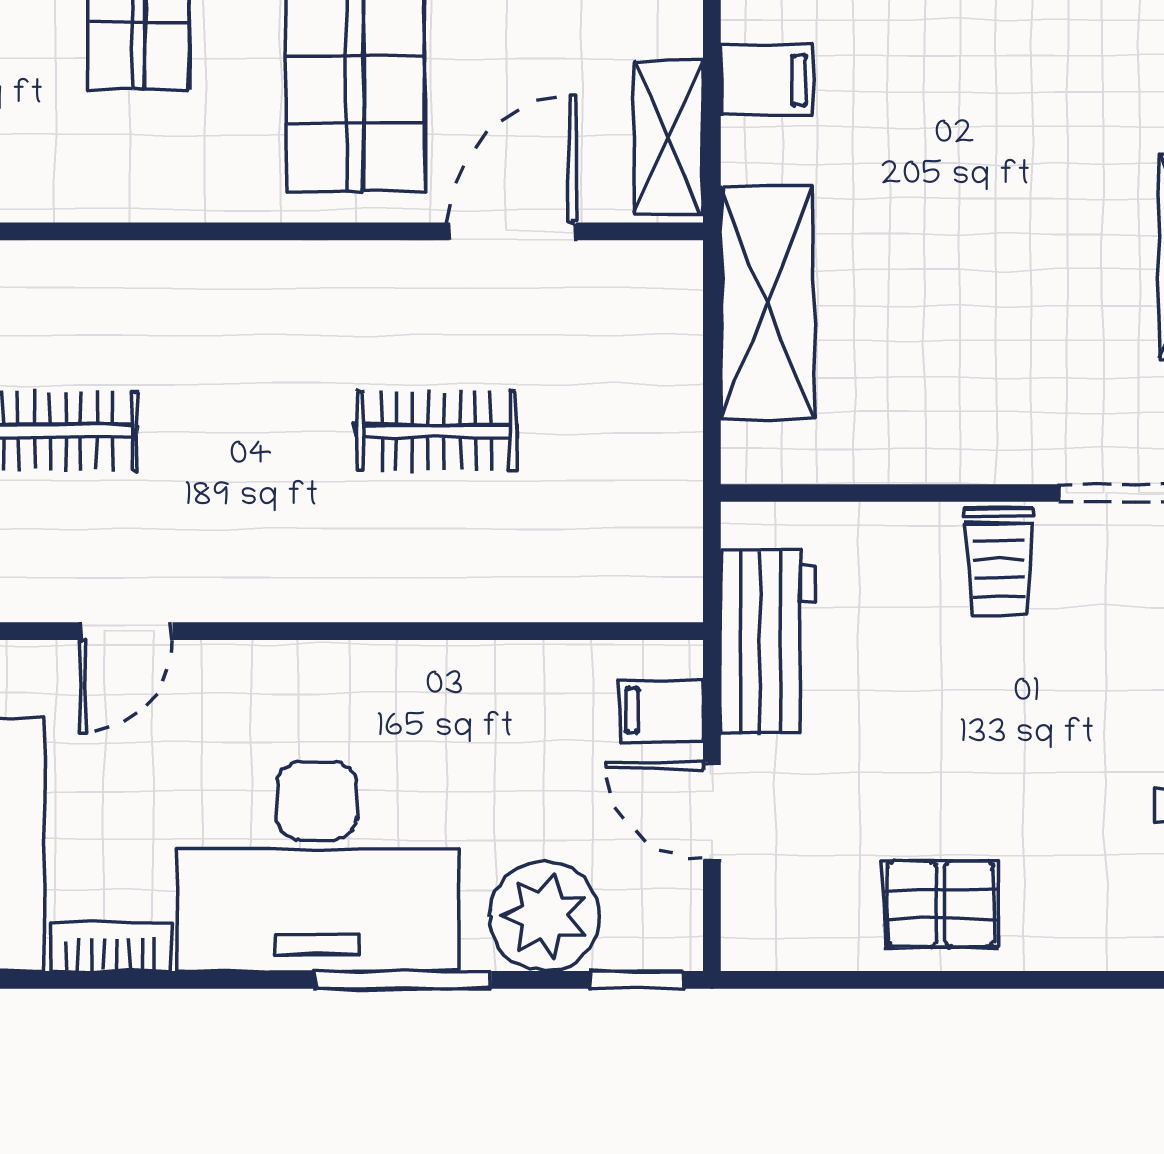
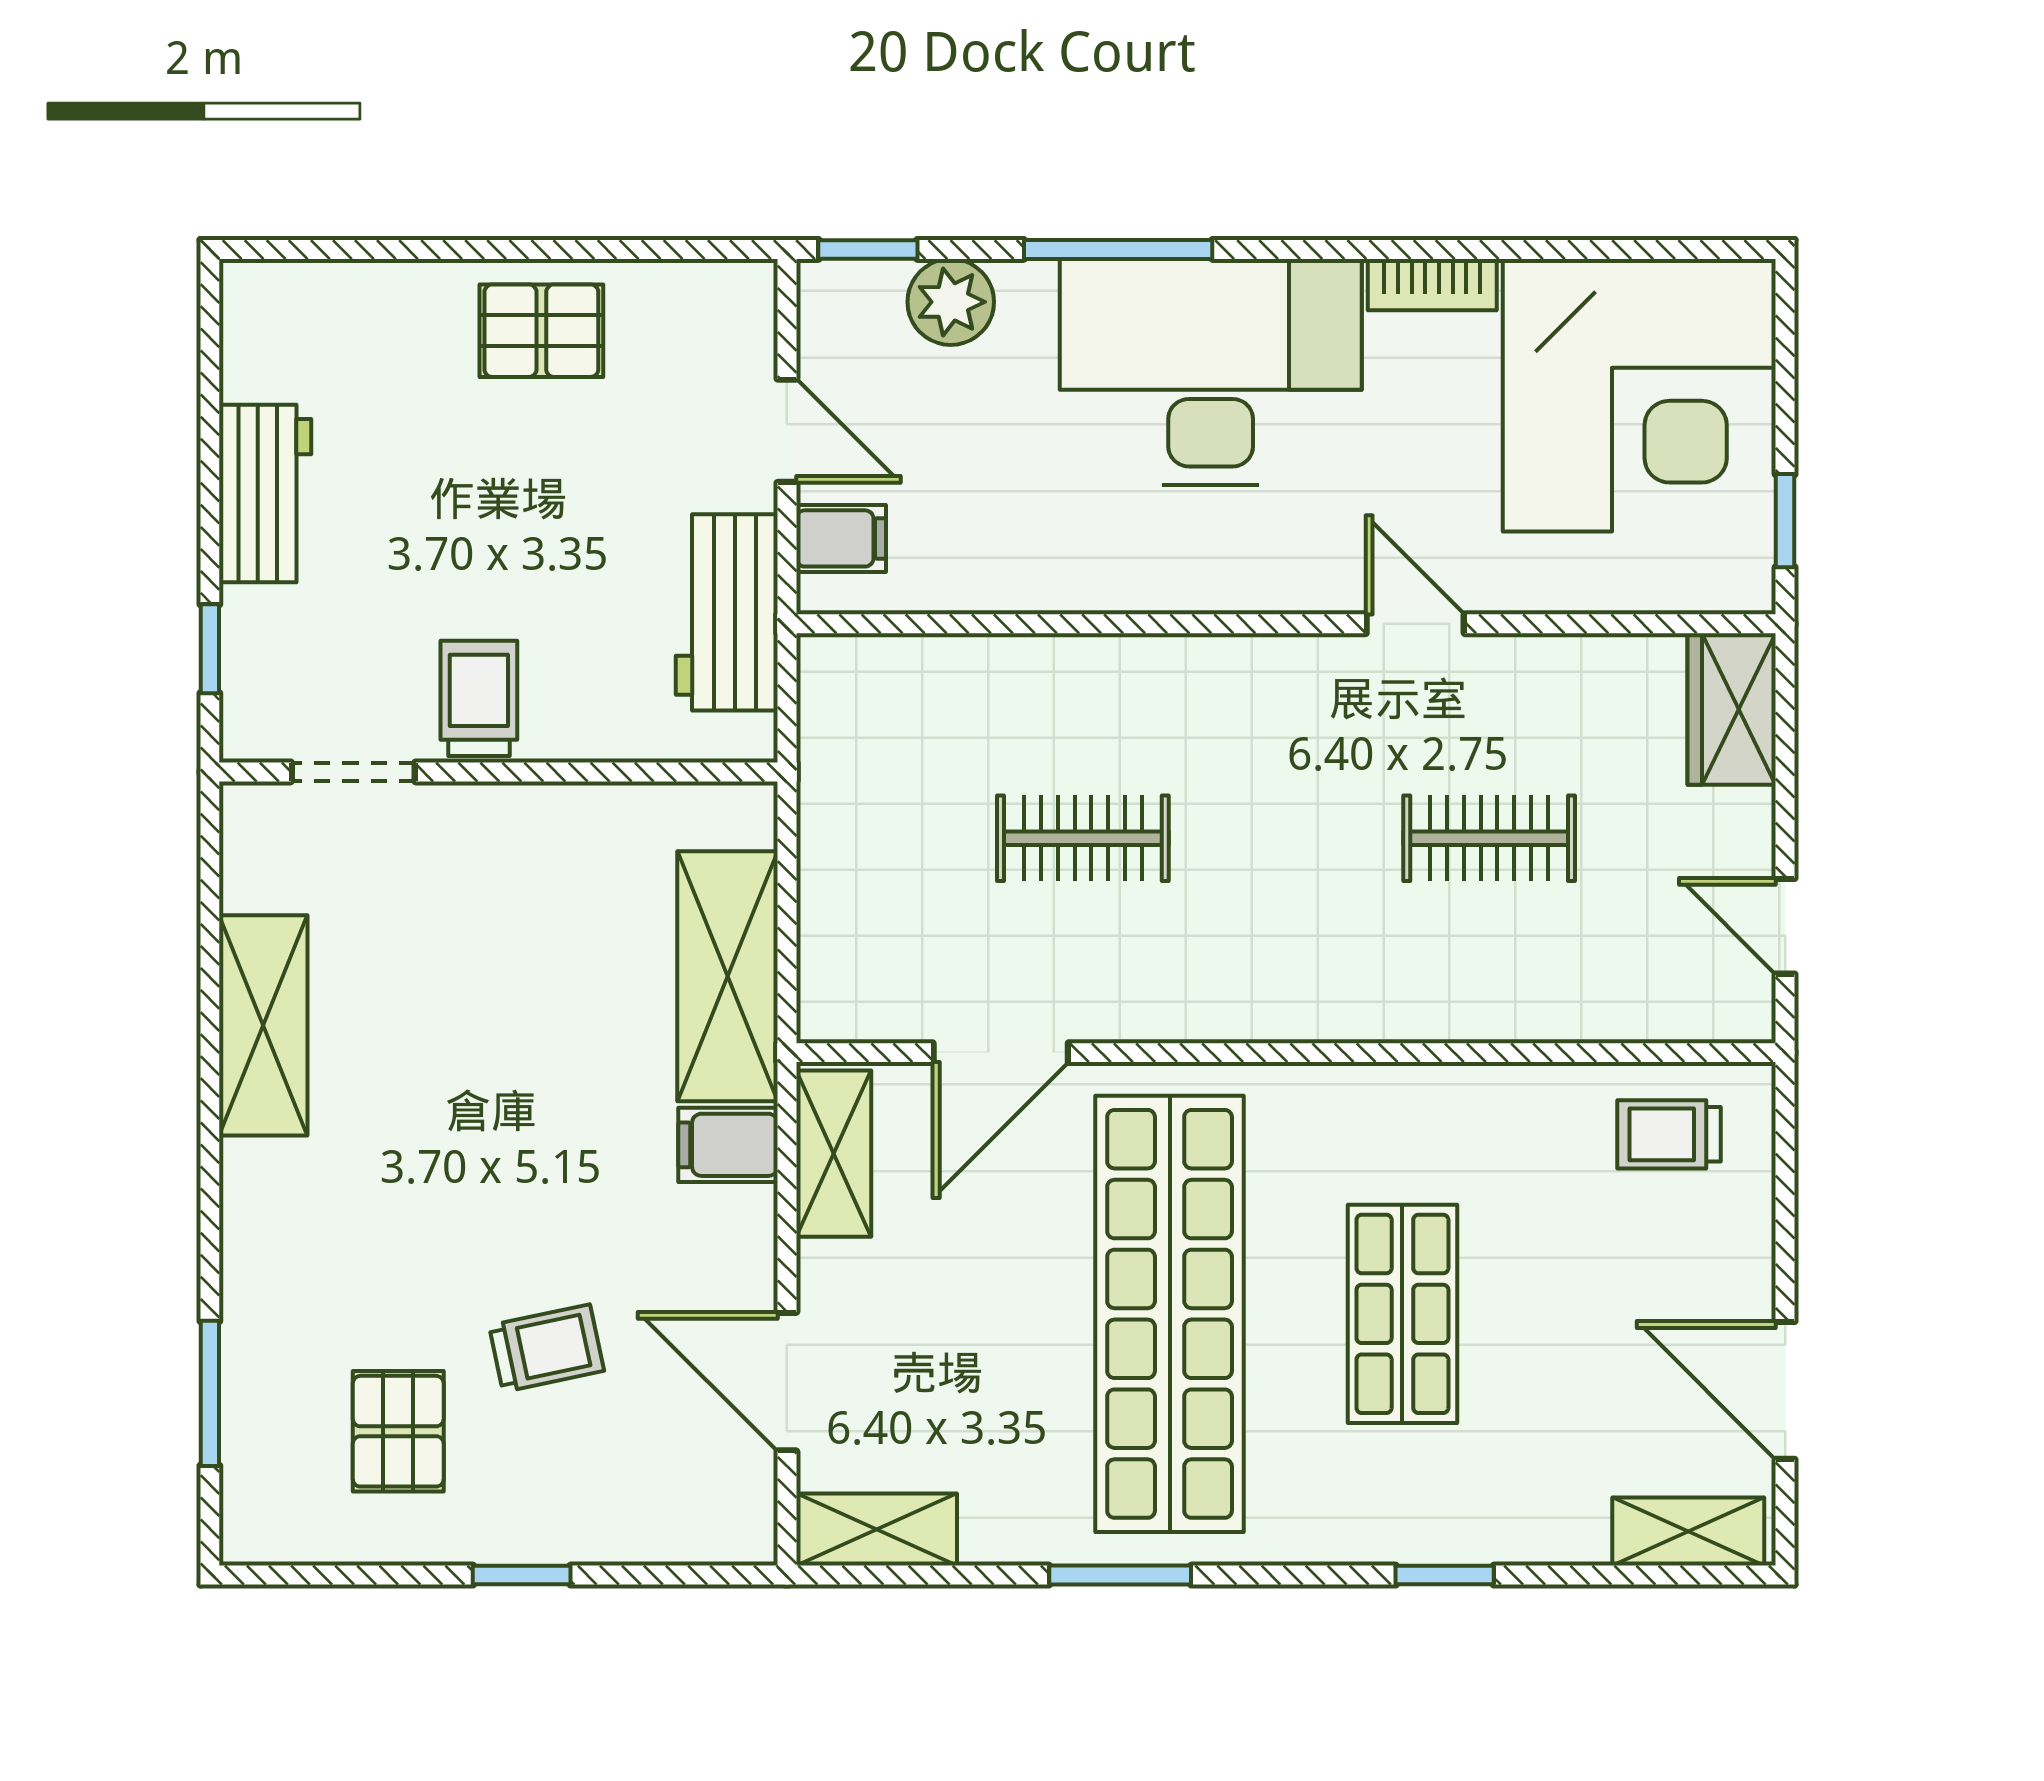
filing cabinet: (767, 80) -> (728, 1145), moved
door: (126, 631) -> (1415, 624), hinge flipped
plant: (545, 916) -> (951, 302), width x0.73, depth x0.73

